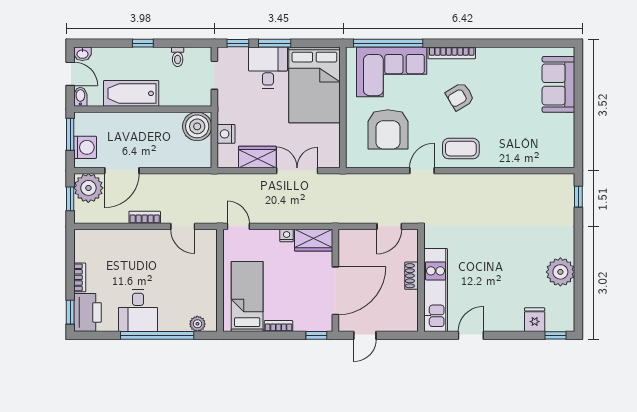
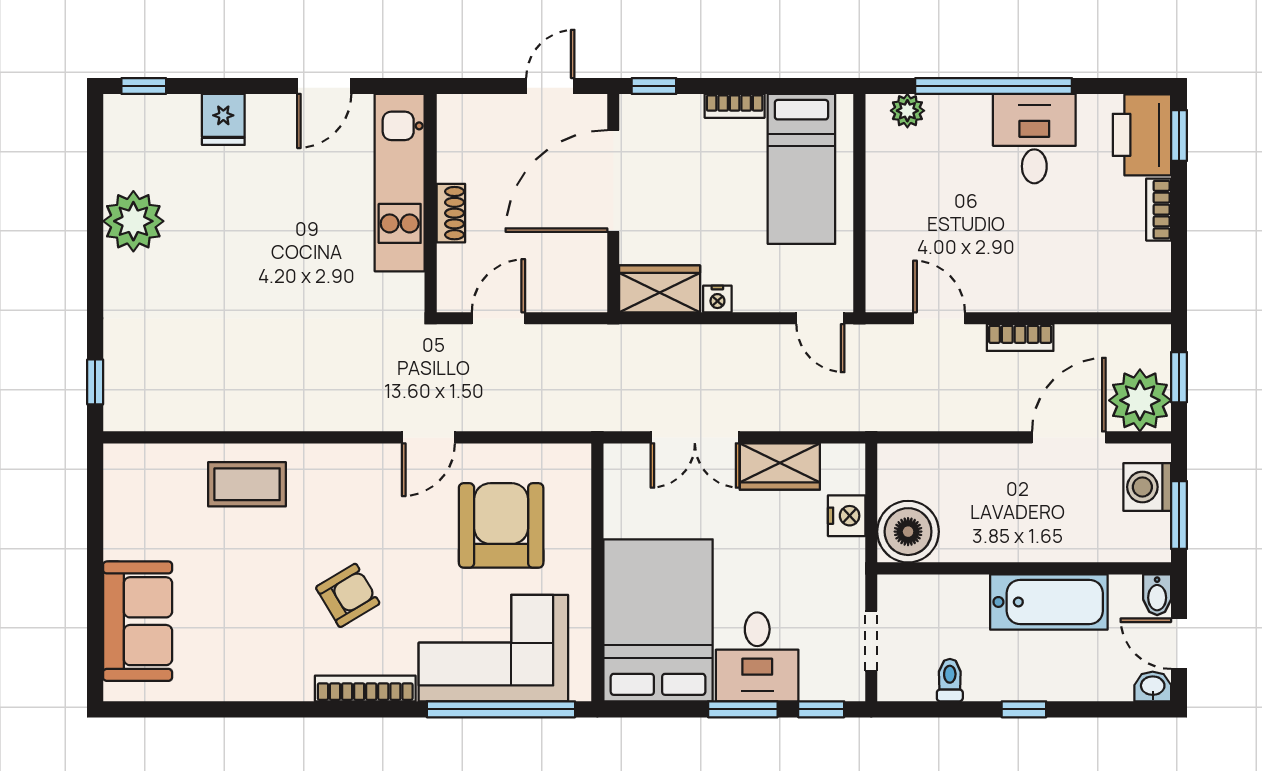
coffee table: (461, 149) -> (247, 484), moved
fridge: (535, 320) -> (223, 119), moved

